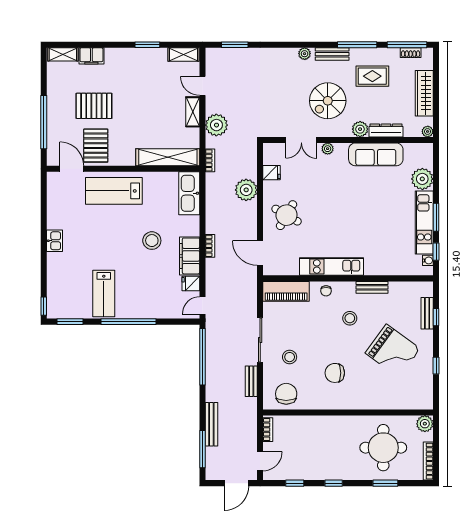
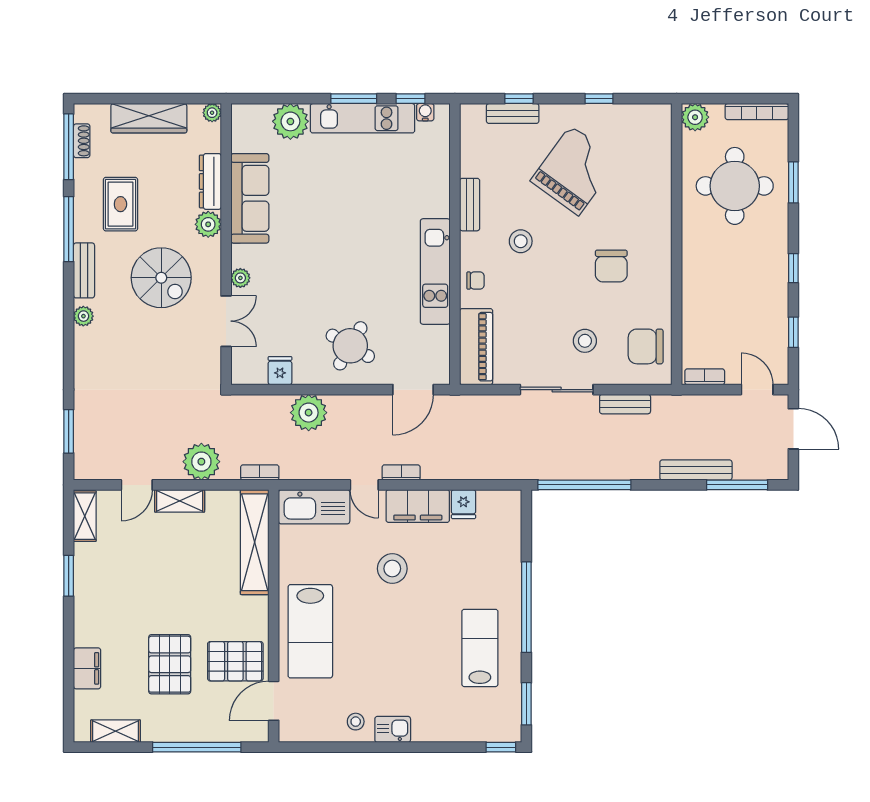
shelving: (63, 54) -> (116, 731), moved, turned 90
stool: (59, 218) -> (356, 722), added
lab bench: (104, 293) -> (480, 648), turned -90
door: (202, 305) -> (364, 485), moved

